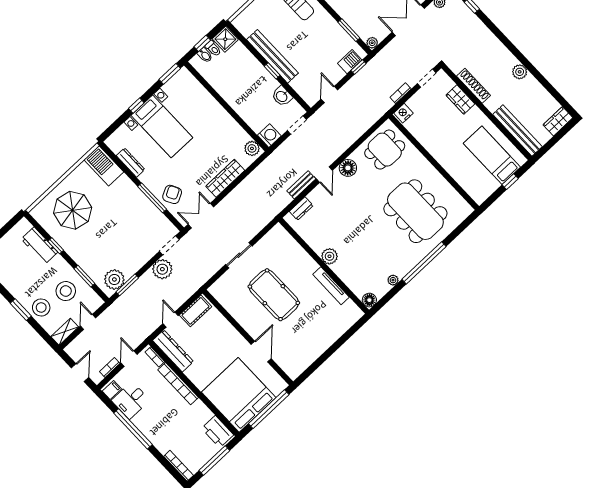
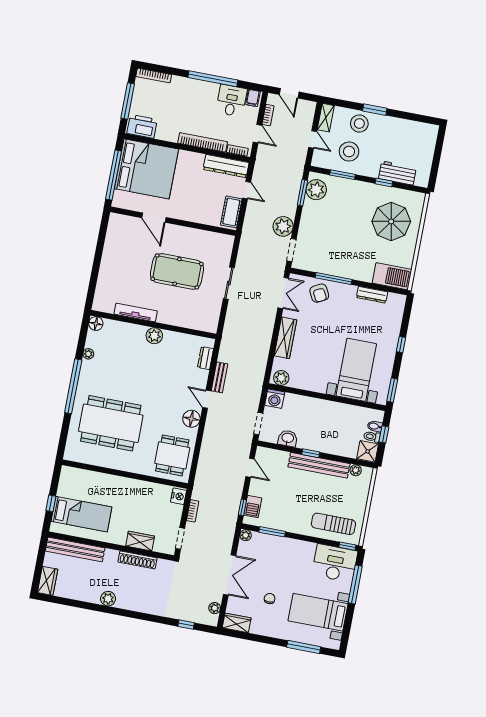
plant: (246, 31) -> (356, 470), added
bed with nightstands: (162, 126) -> (356, 370), moved, turned 90

